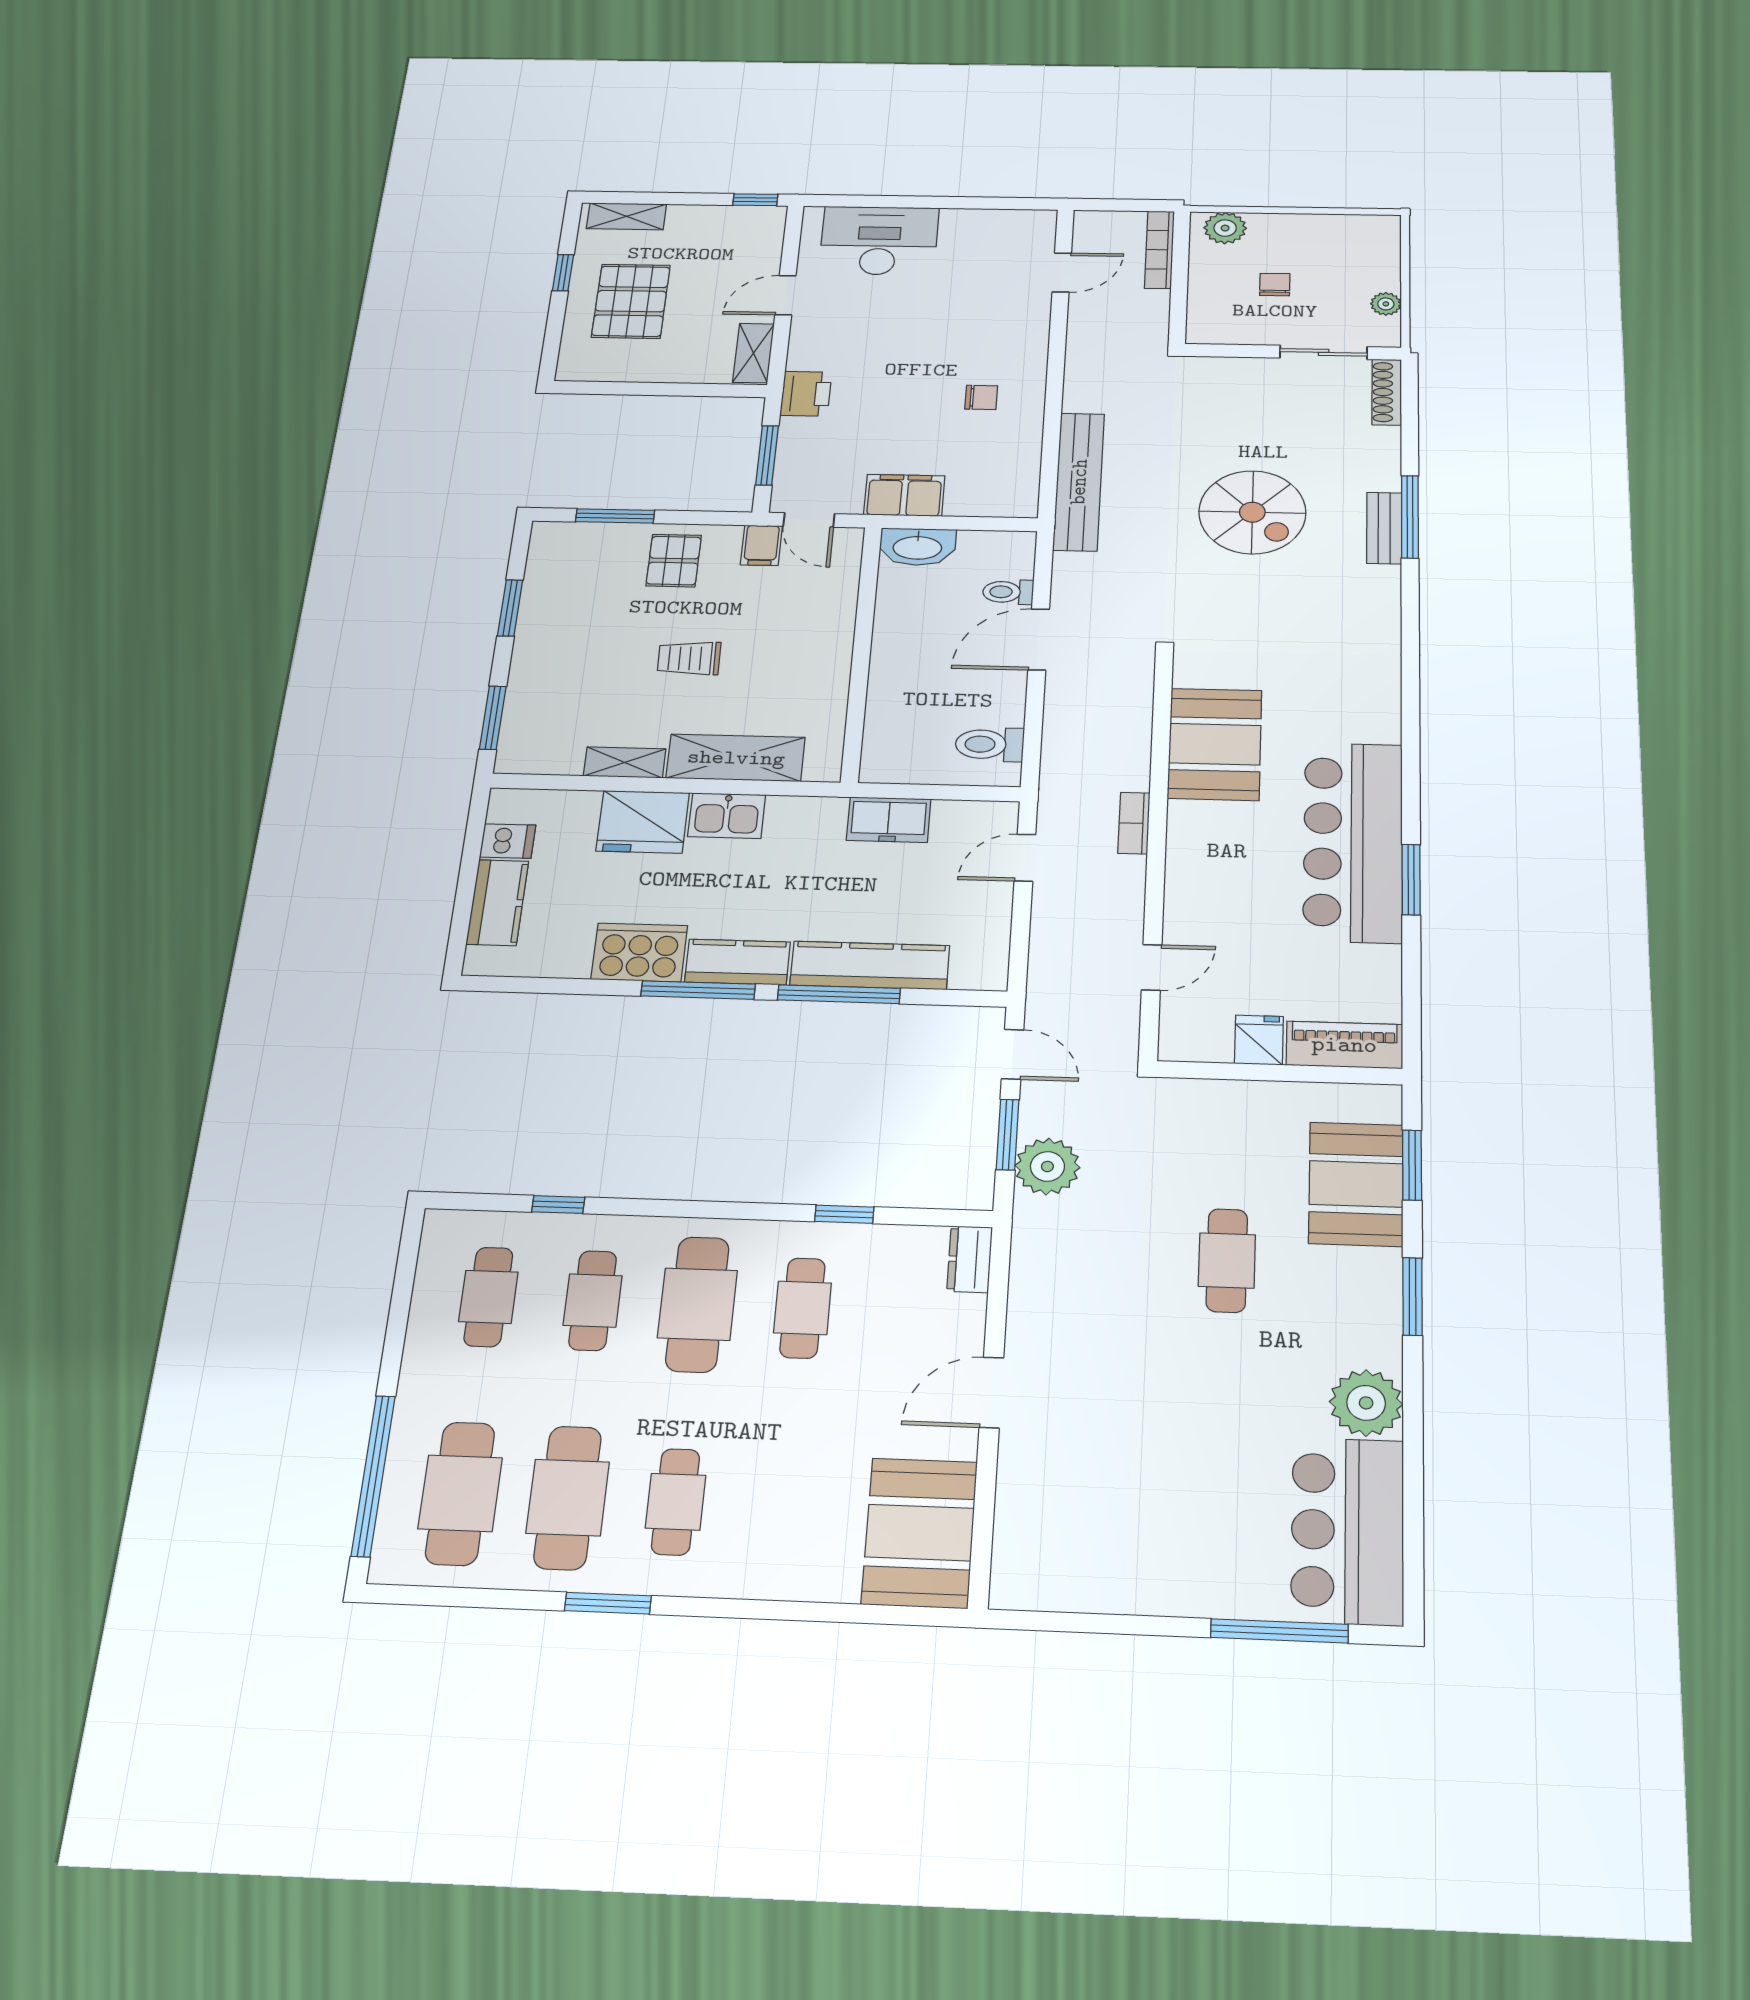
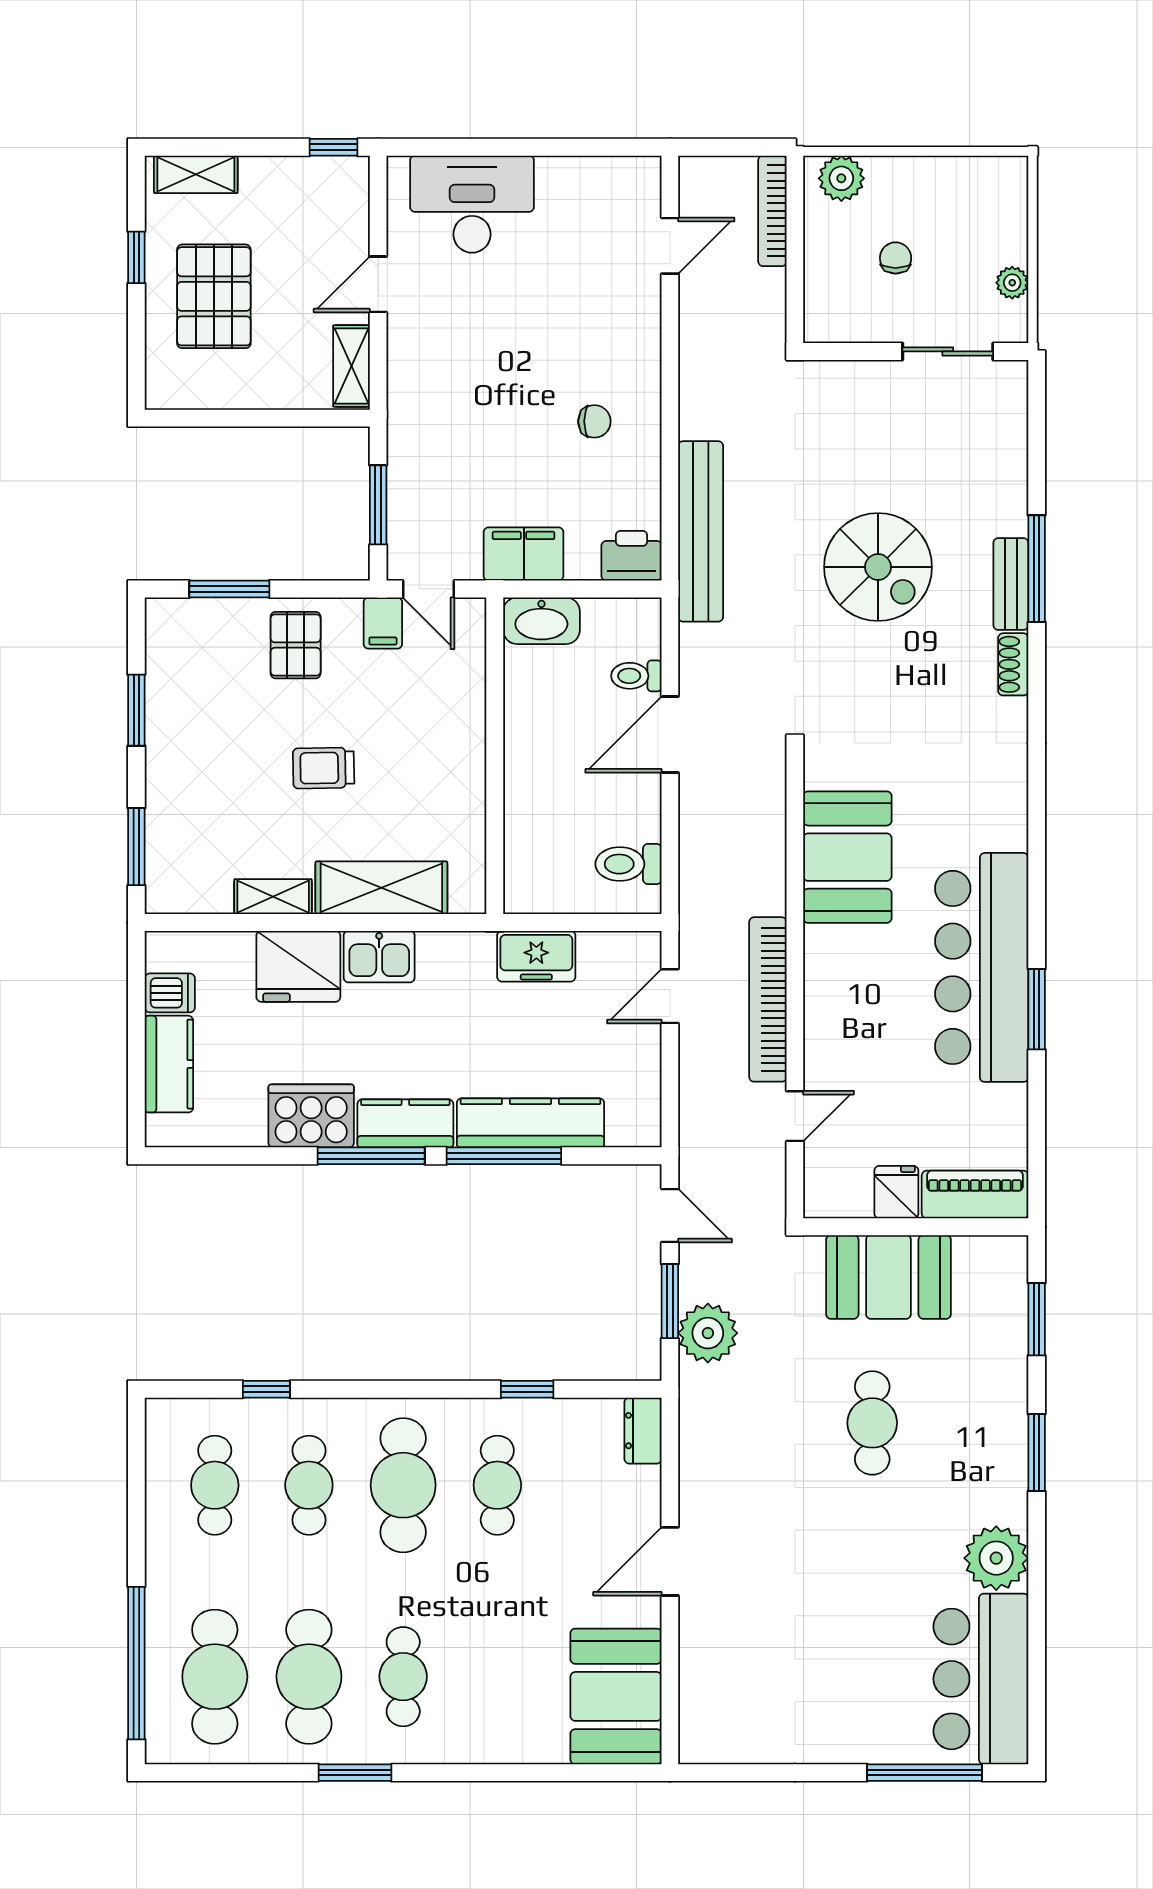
shoe rack: (1387, 392) -> (1013, 664), moved, width x0.70
printer: (806, 394) -> (631, 556), moved, turned -90
bookcase: (1134, 823) -> (768, 999), width x2.31, depth x1.31
booth: (1356, 1184) -> (888, 1277), moved, turned 90

